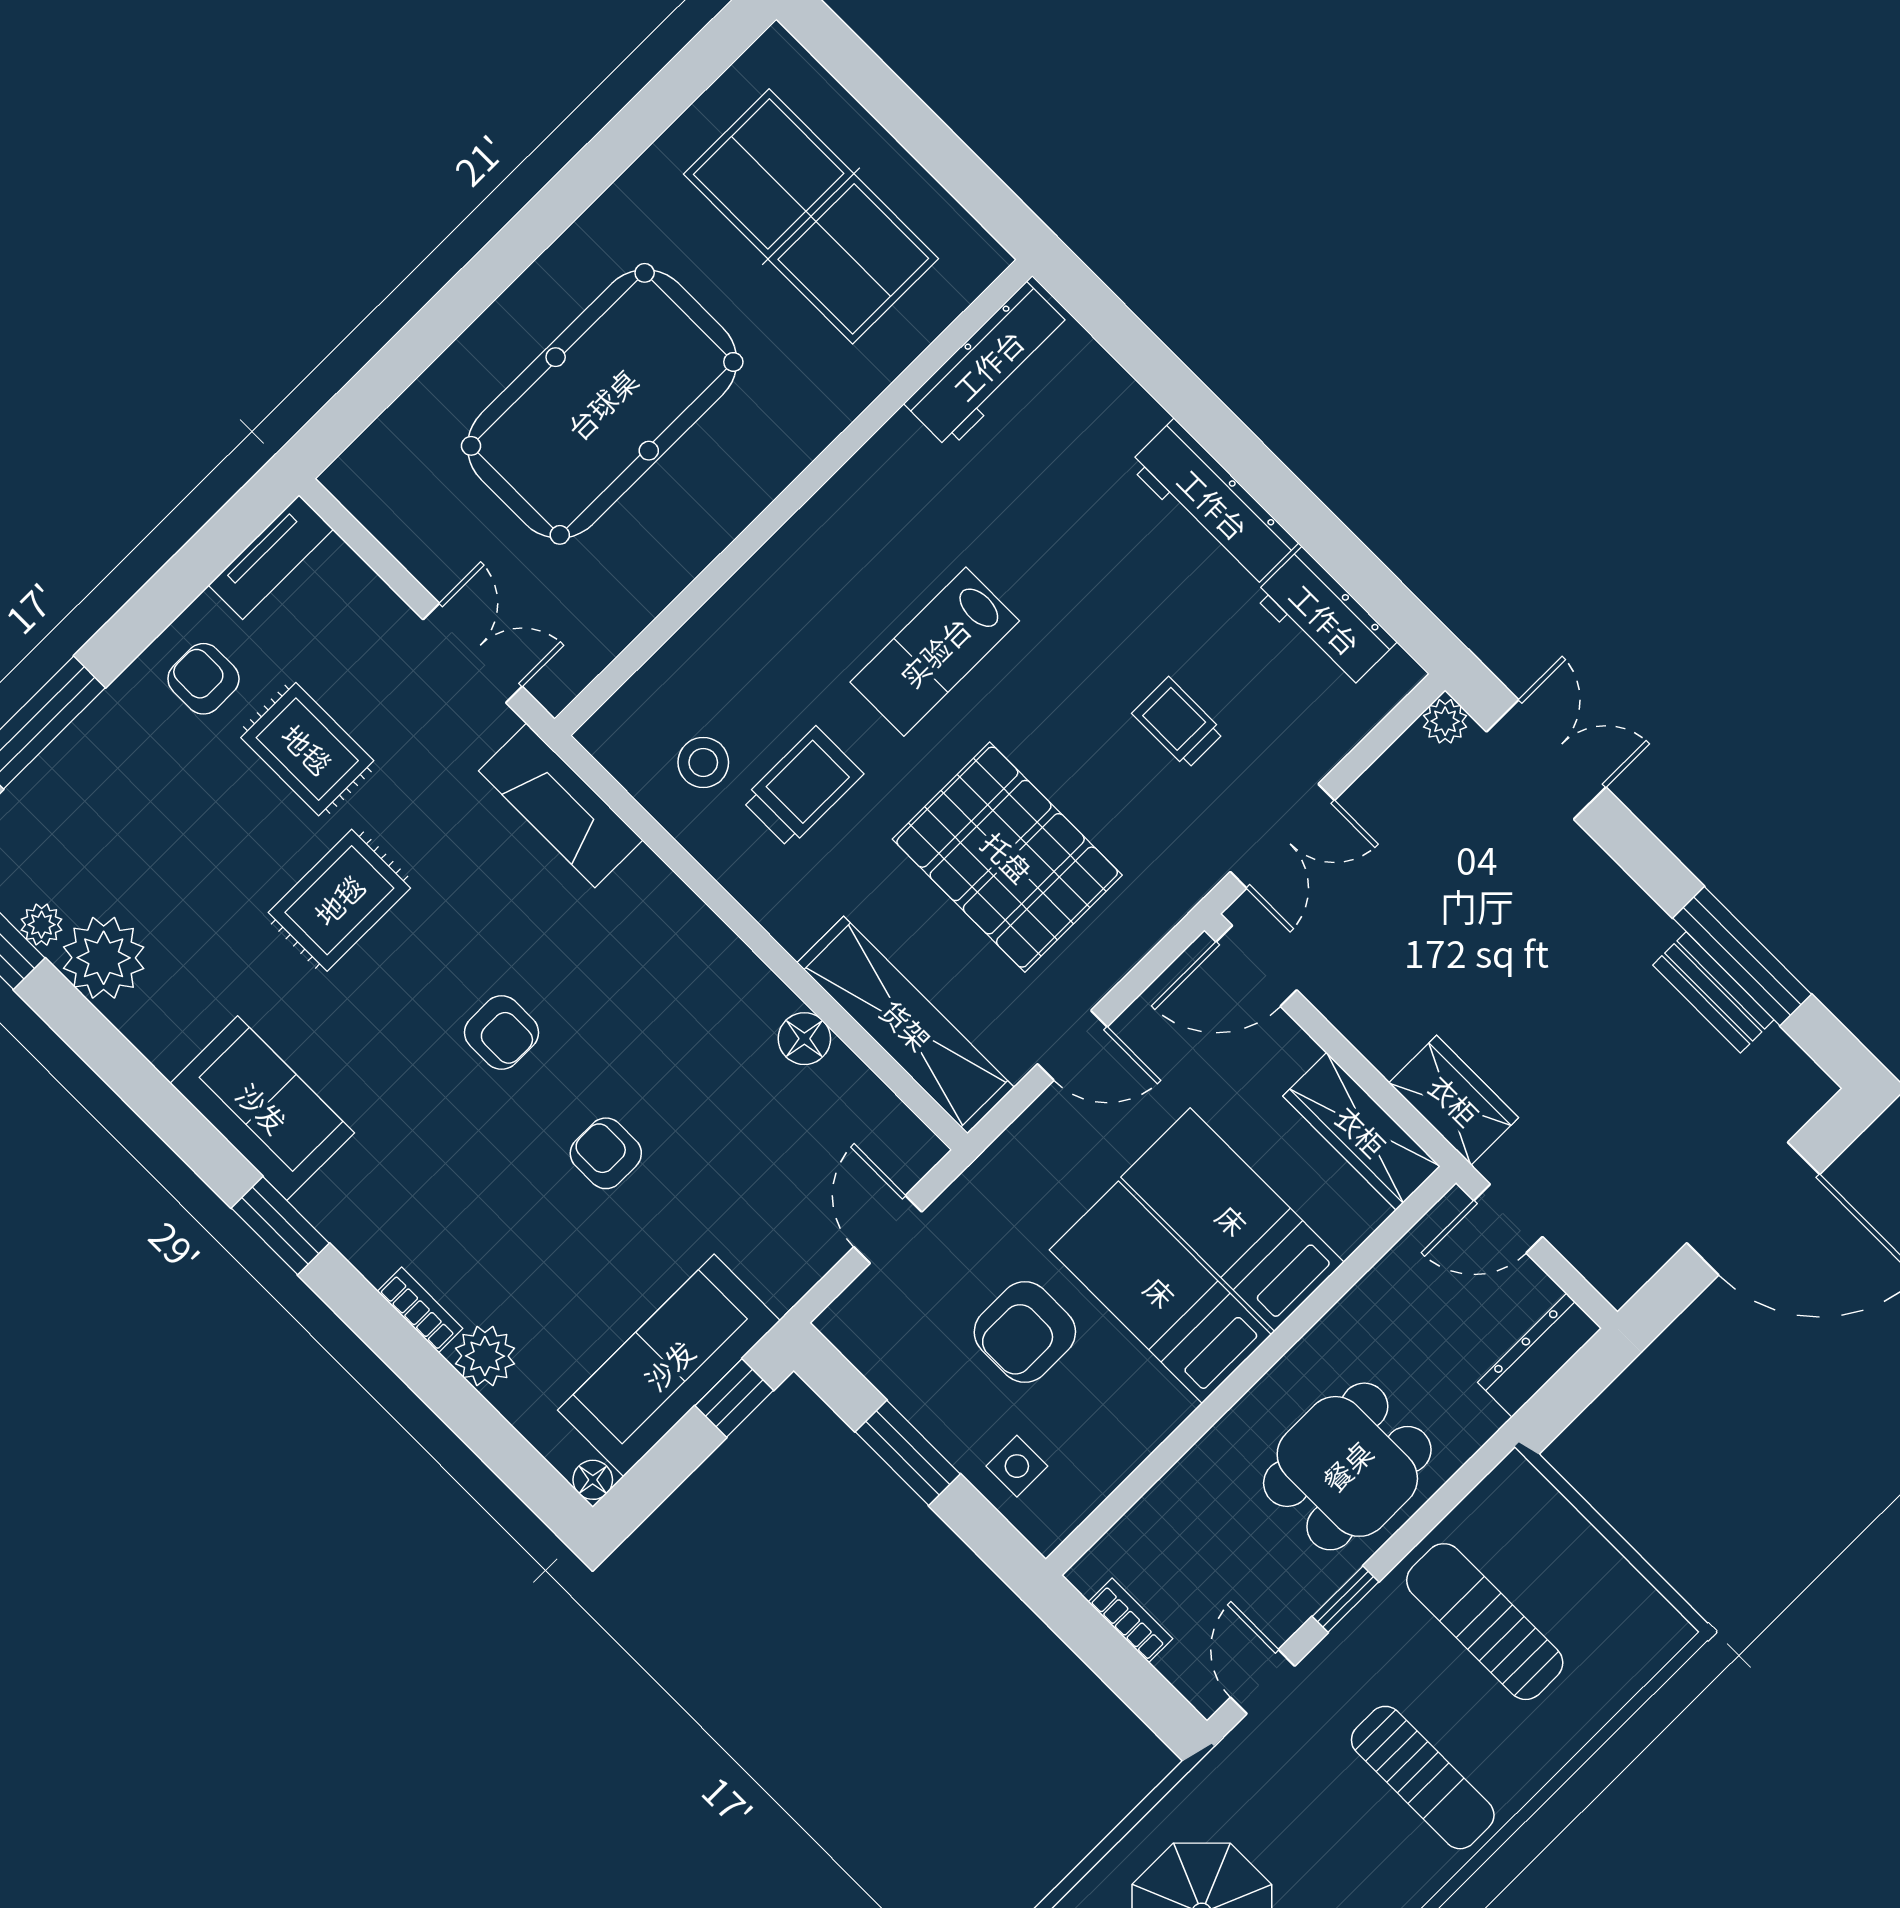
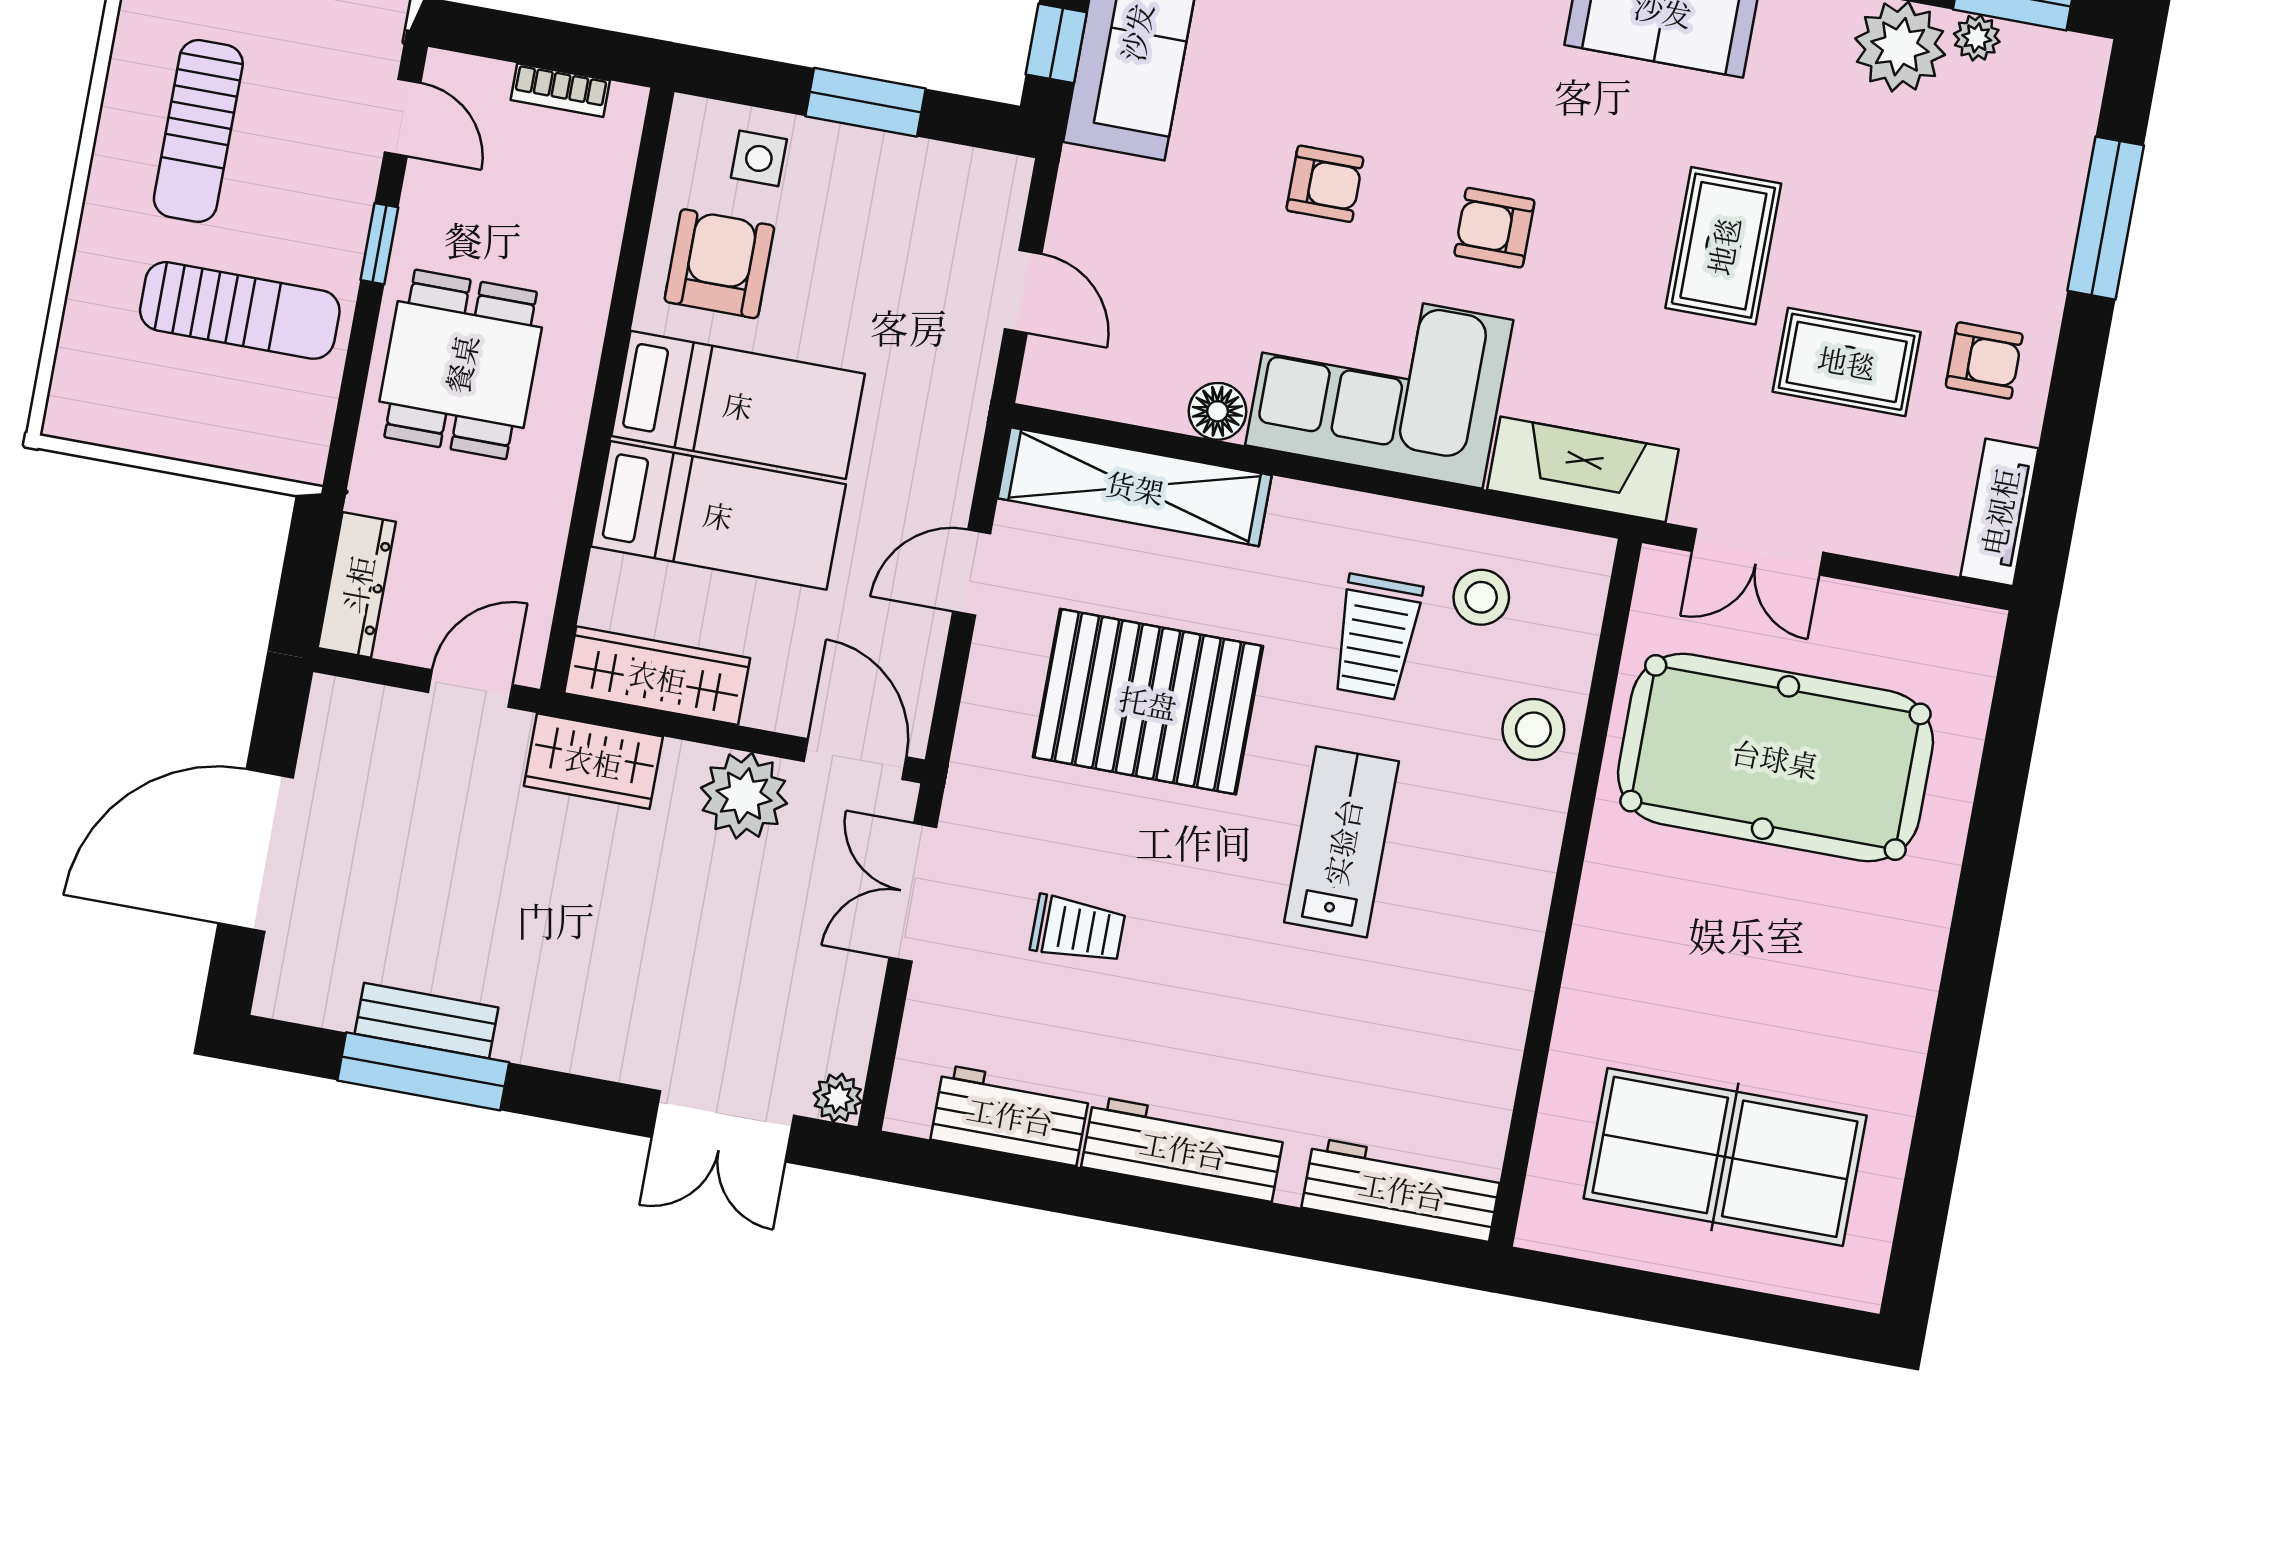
workbench: (988, 365) -> (1402, 1190), moved, turned 90
pool table: (602, 404) -> (1775, 758), moved, turned 90
stool: (733, 636) -> (1533, 730), added
door: (1256, 966) -> (855, 759), hinge flipped
corner sofa: (668, 976) -> (1379, 383), added
plant: (1359, 996) -> (744, 796), added
armchair: (1025, 1332) -> (719, 264), moved
sun lounger: (1423, 1778) -> (198, 131), turned -90

